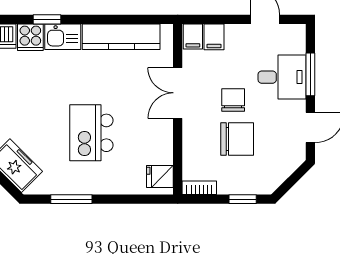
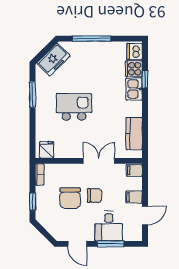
kitchen counter: (121, 37) -> (134, 134), width x0.67
filing cabinet: (214, 37) -> (134, 197), moved

